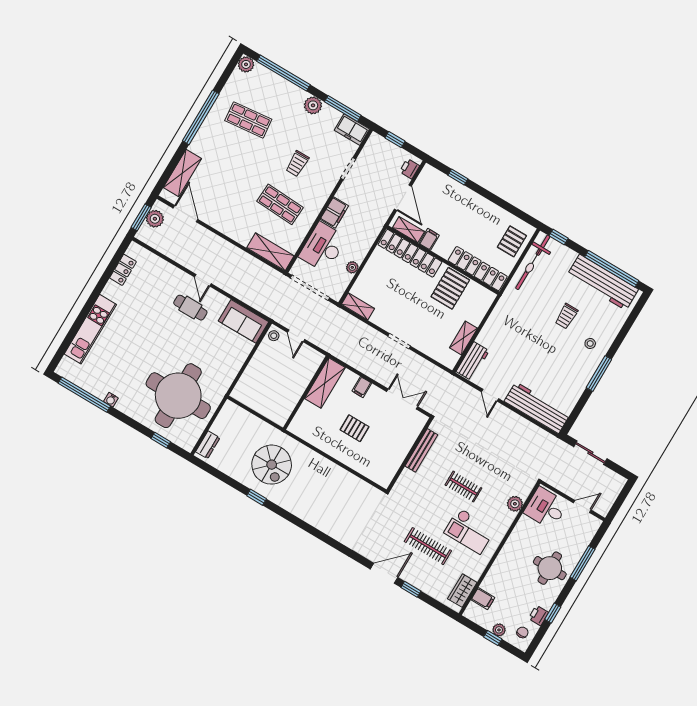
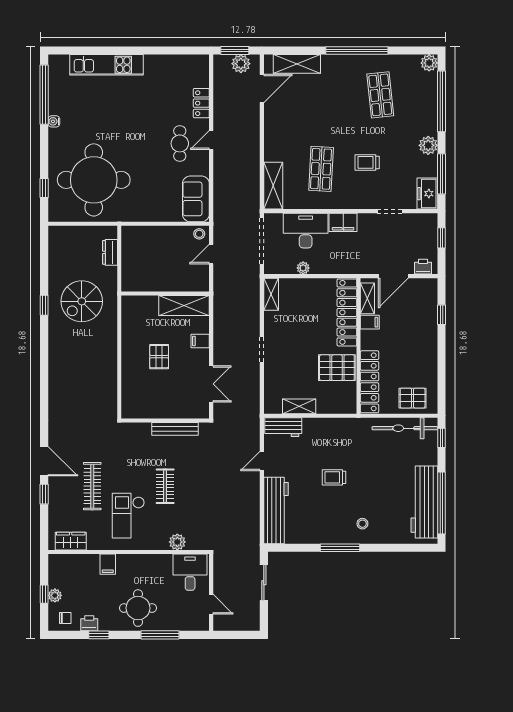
locker: (123, 270) -> (201, 103), moved, turned 90
trolley: (566, 316) -> (334, 477), moved
dresser: (208, 445) -> (110, 252), moved, turned 90
filing cabinet: (483, 599) -> (108, 564), moved

